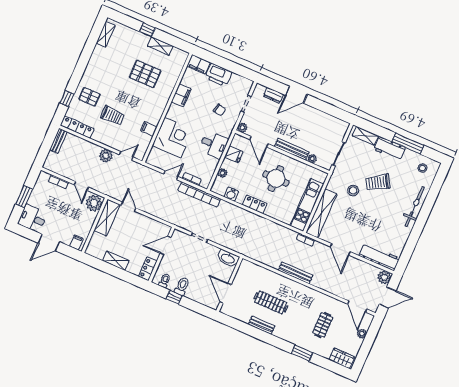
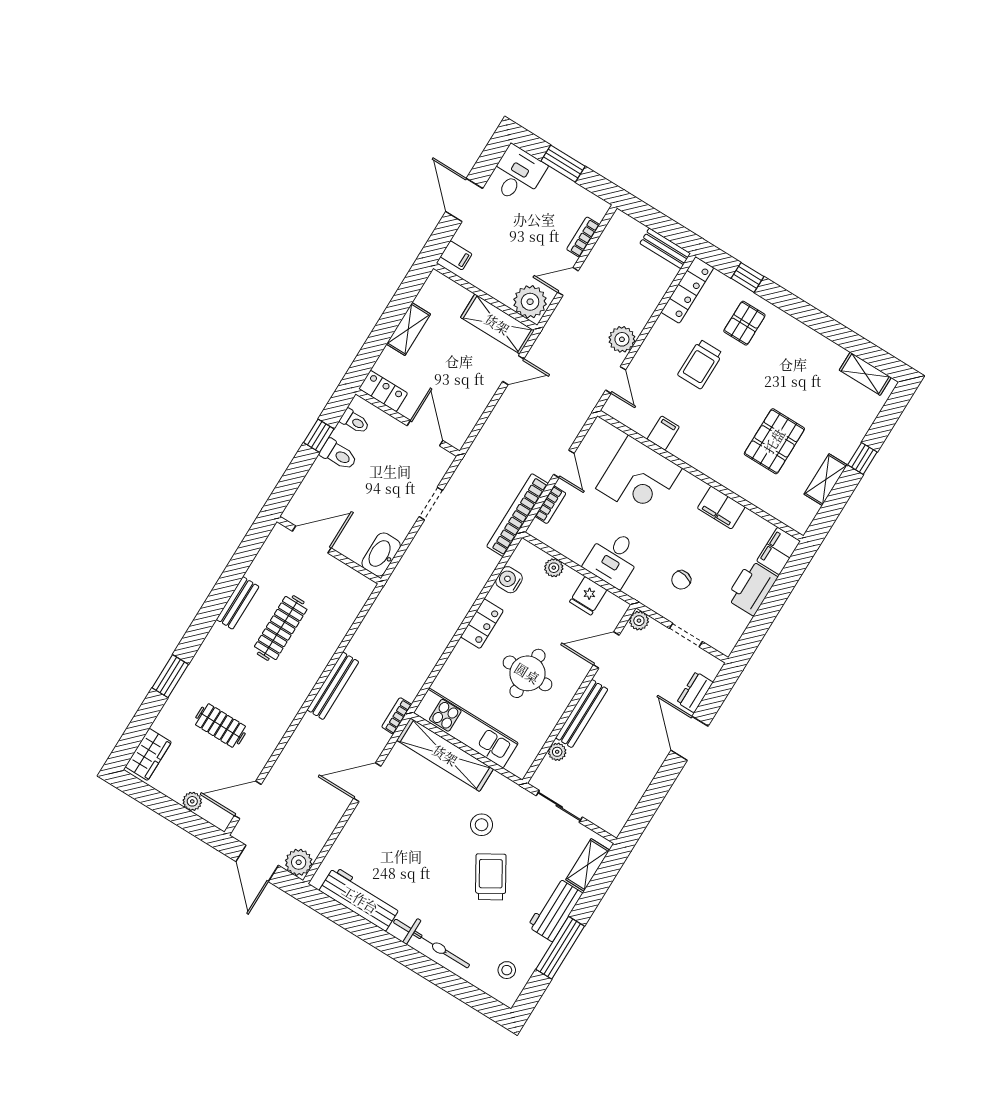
workbench: (379, 257) -> (360, 899), moved, turned -90

